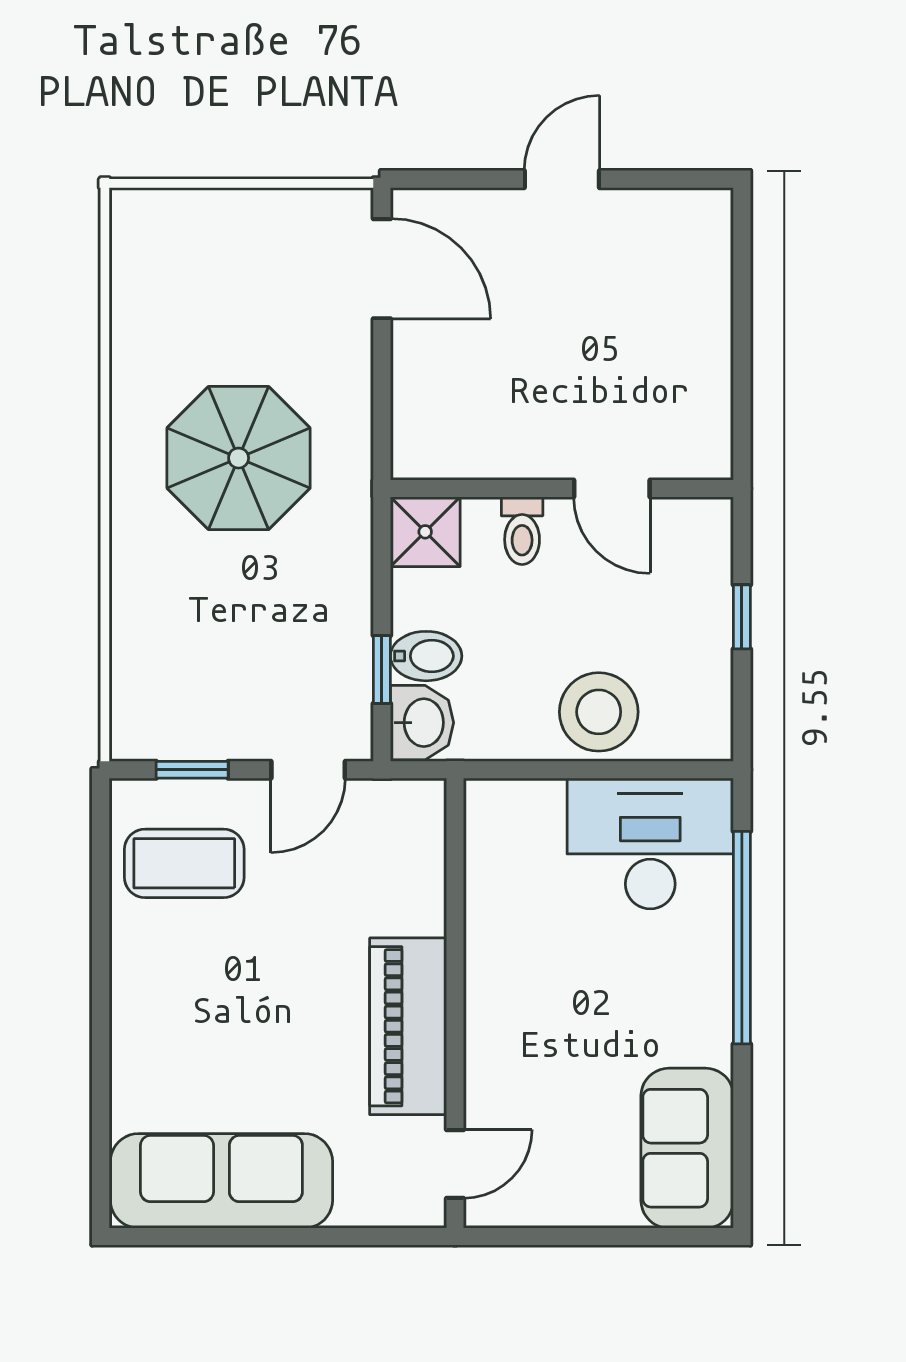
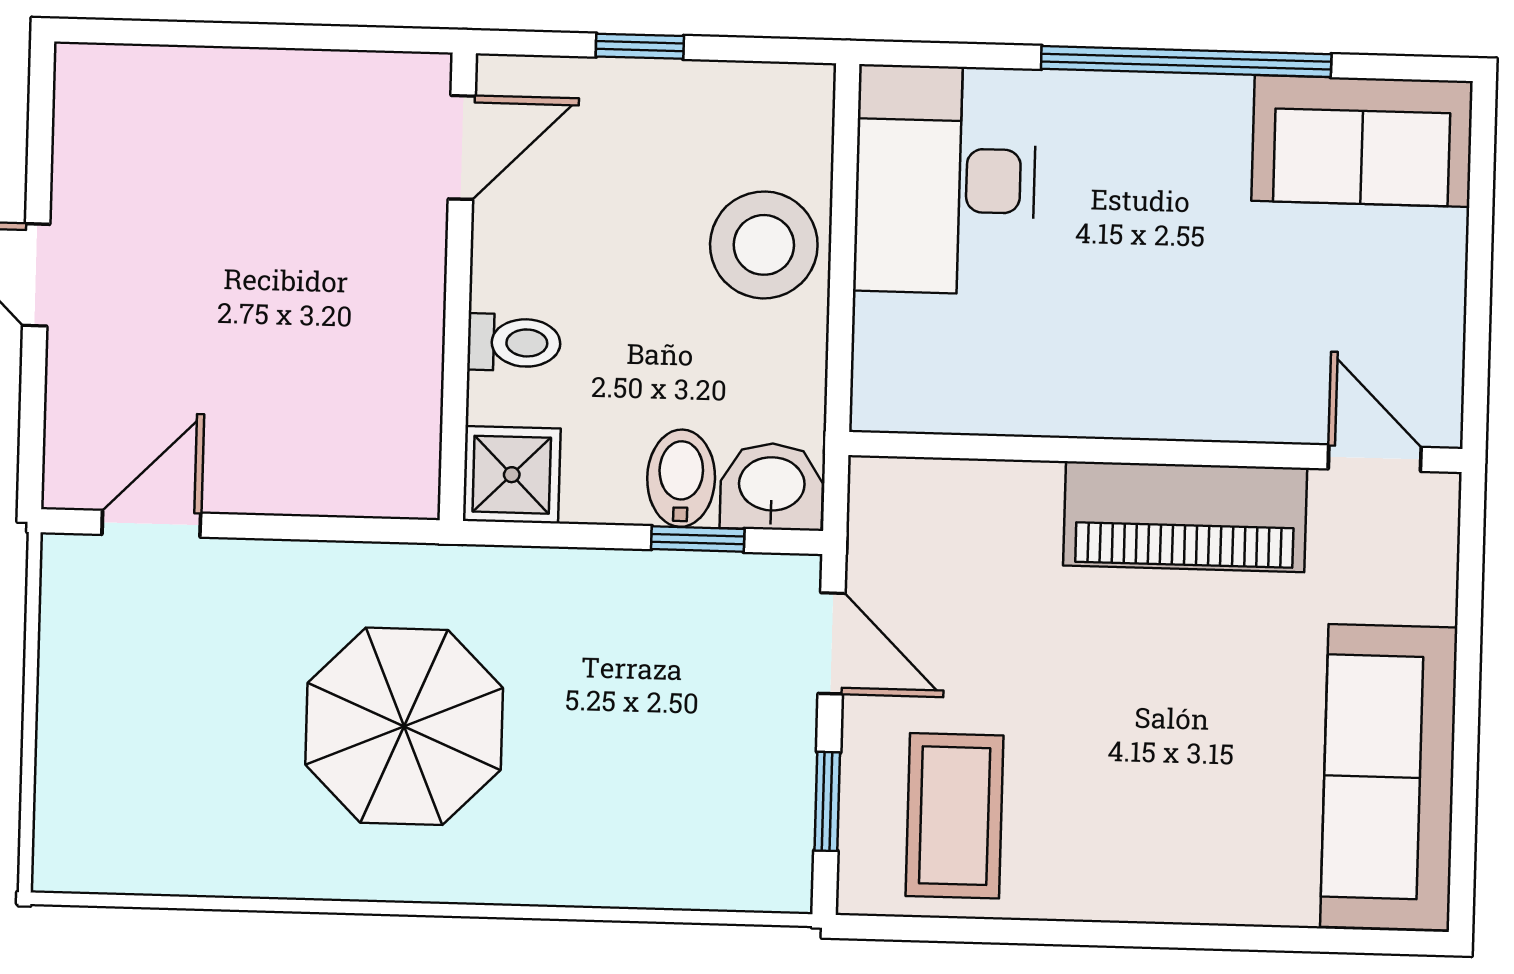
door: (382, 269) -> (151, 524), width x0.73
door: (612, 488) -> (462, 147), moved
window: (742, 938) -> (1186, 62), moved

